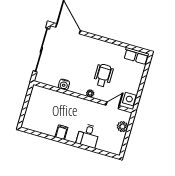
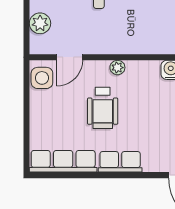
row of seats: (102, 46) -> (120, 162), added
row of seats: (136, 56) -> (63, 161), width x1.48

